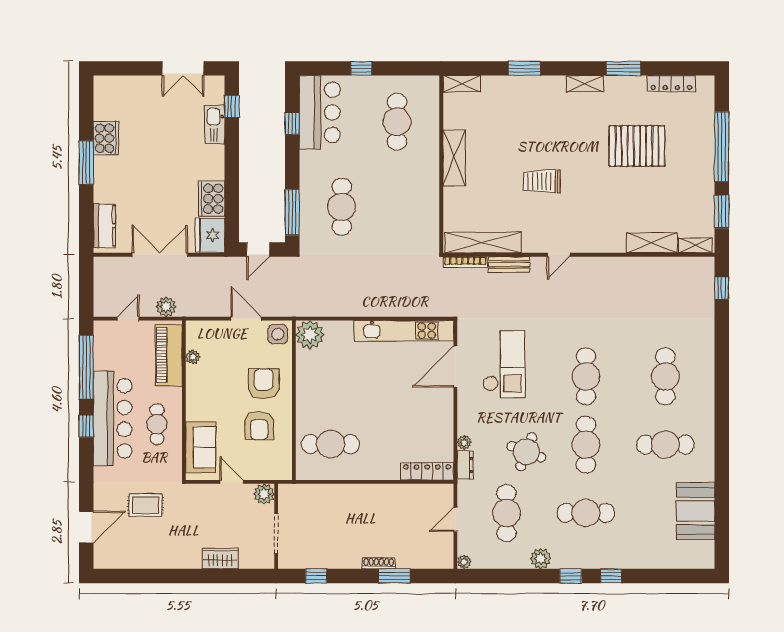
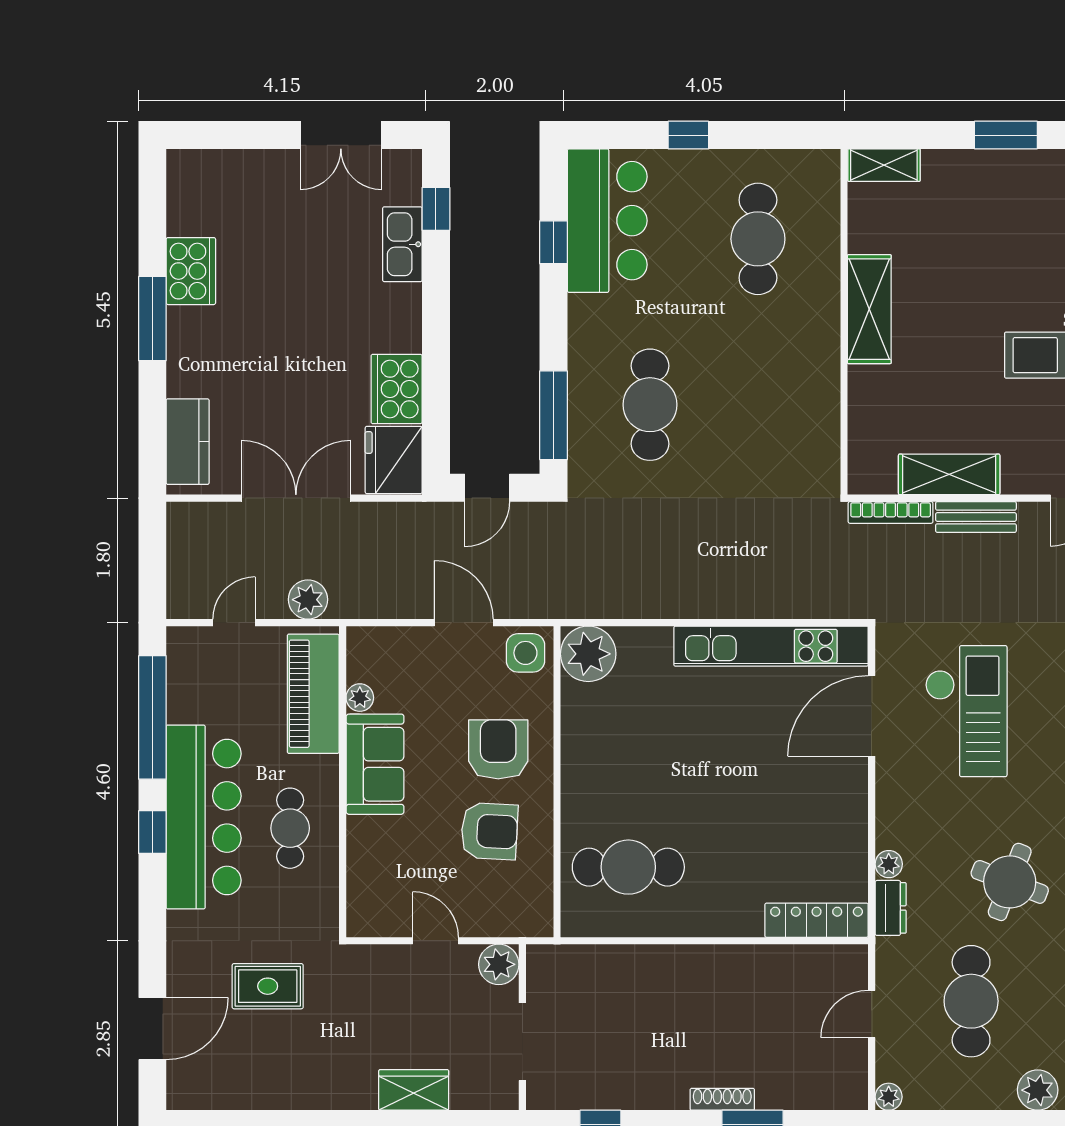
shelving: (483, 243) -> (949, 474), width x0.68
armchair: (259, 426) -> (489, 831), turned -87
sofa: (201, 447) -> (375, 764), moved

